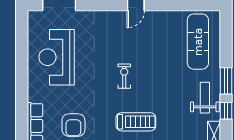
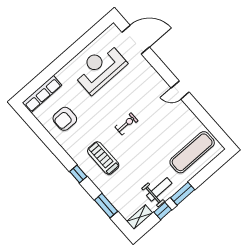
treadmill: (136, 122) -> (103, 158), turned 180

